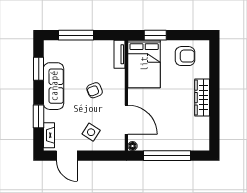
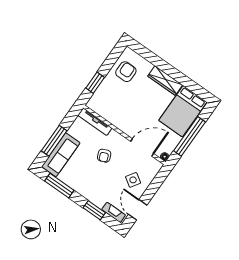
tv unit: (120, 54) -> (95, 122), width x1.41
bed: (144, 64) -> (183, 111), moved, turned 90
window: (39, 69) -> (59, 186), width x1.44
sofa: (54, 86) -> (61, 155), moved, turned 90
door: (67, 156) -> (138, 210), swing flipped

